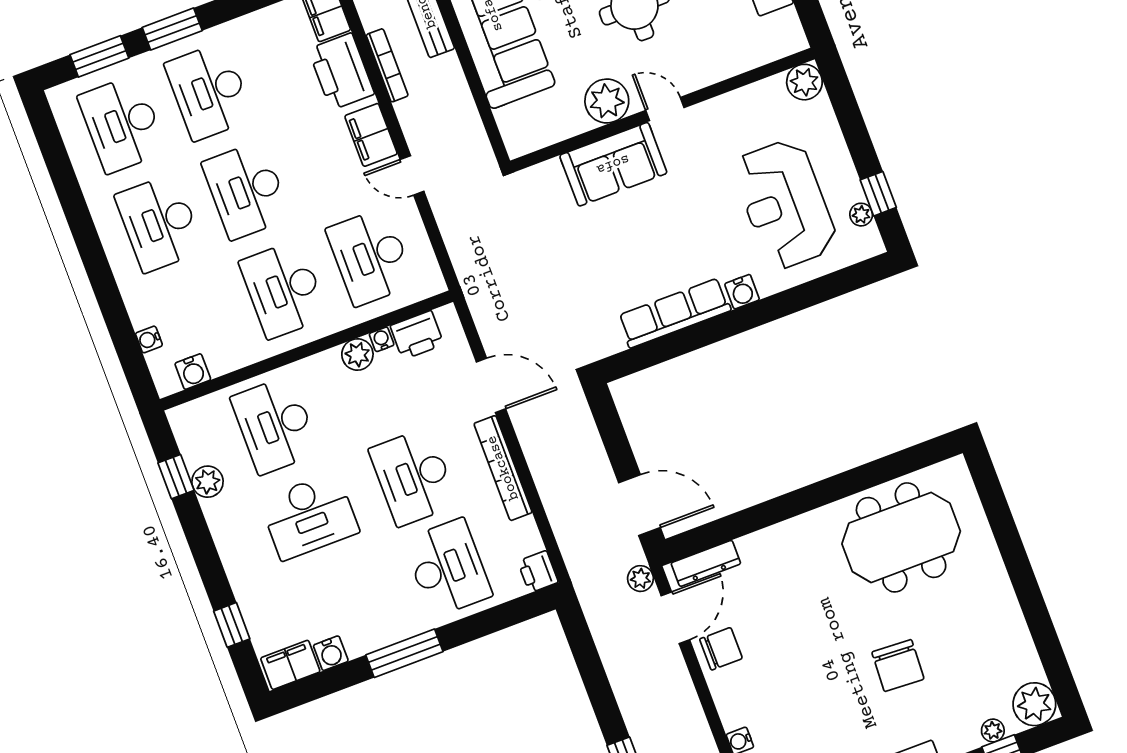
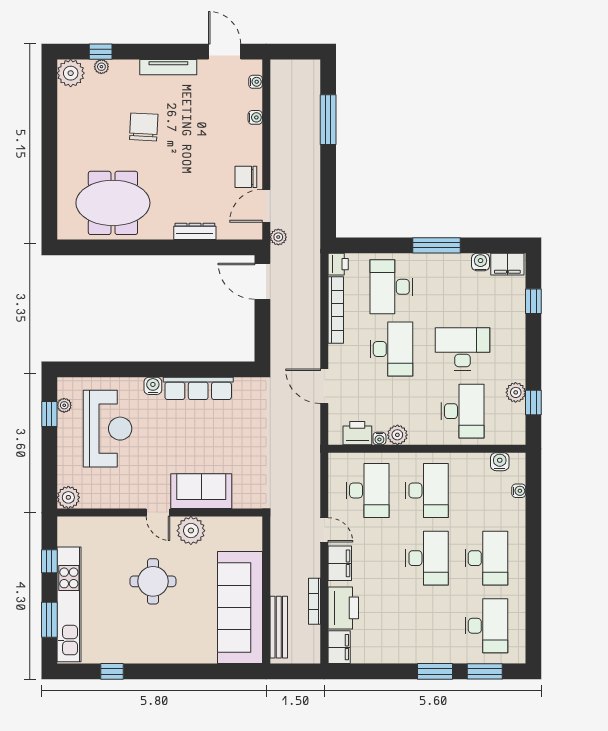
desk: (209, 91) -> (427, 626), removed
bookcase: (503, 468) -> (336, 310), moved
dresser: (706, 563) -> (195, 231), moved

